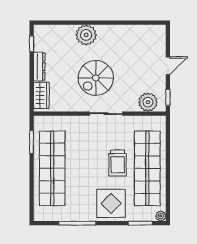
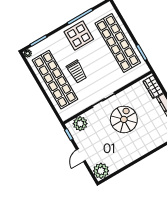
plant: (86, 35) -> (101, 171), moved
trolley: (118, 163) -> (77, 72), turned 180
display table: (111, 203) -> (79, 36), moved

